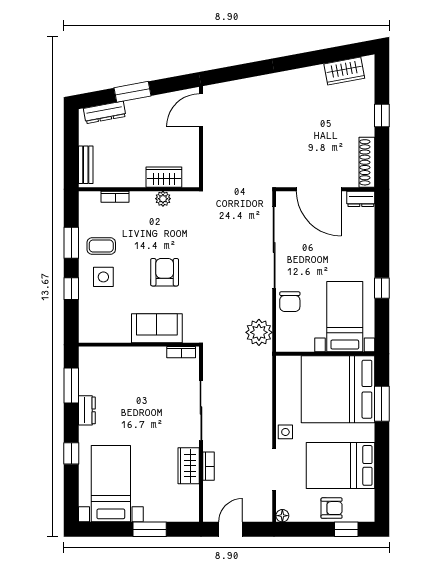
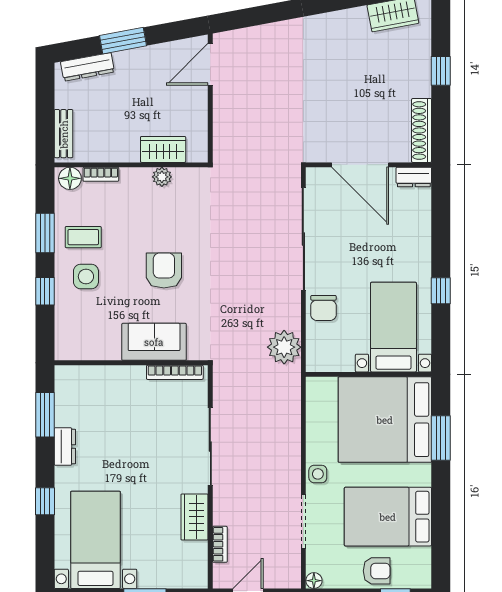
floor lamp: (91, 200) -> (70, 178), added
bookcase: (181, 352) -> (175, 372), width x1.56
bookcase: (208, 466) -> (220, 544), moved

